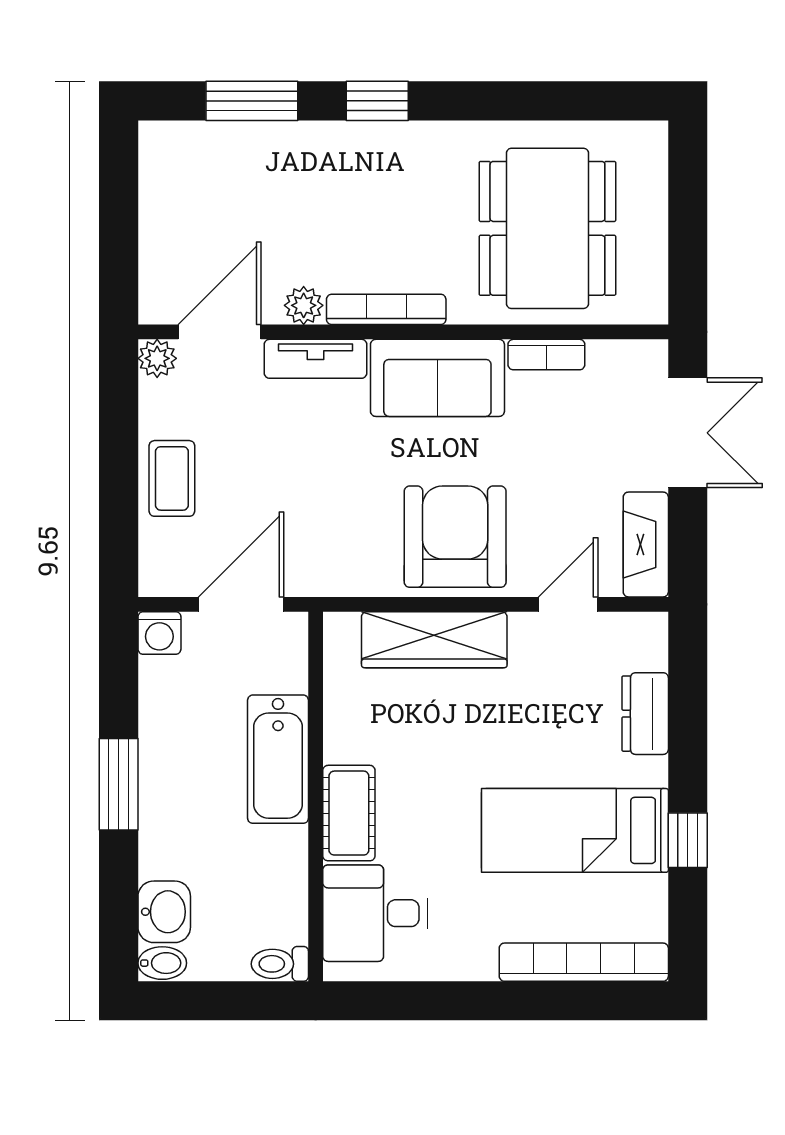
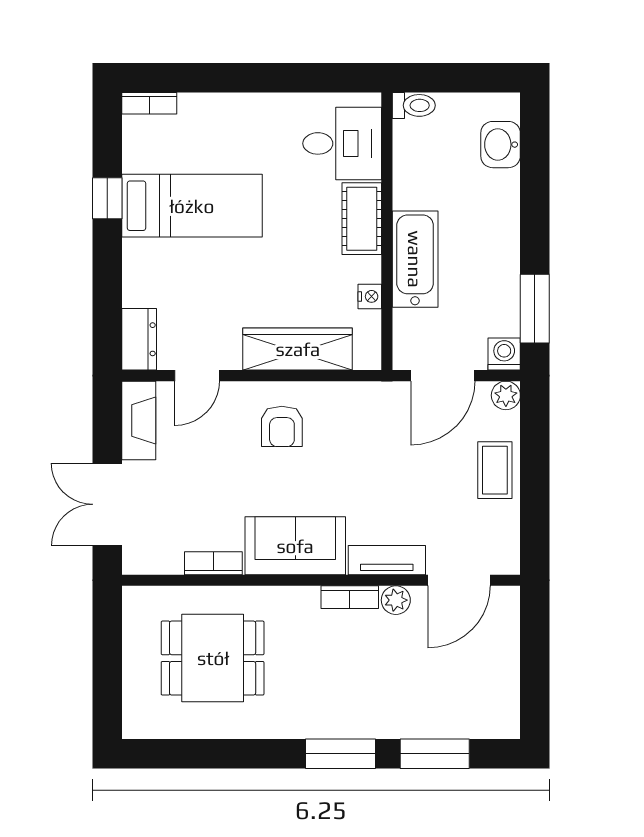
window: (377, 101) -> (340, 754), width x1.50
dining table: (547, 228) -> (213, 658), width x0.73
bookcase: (386, 309) -> (350, 597), width x0.64
plant: (157, 358) -> (506, 395), moved
armchair: (455, 537) -> (282, 426), width x0.53, depth x0.53
nightstand: (338, 710) -> (370, 296), added
dresser: (645, 714) -> (139, 339), moved
window: (119, 784) -> (535, 309), moved
bookcase: (584, 962) -> (149, 103), width x0.43, depth x0.76
bidet: (162, 963) -> (502, 106), removed

